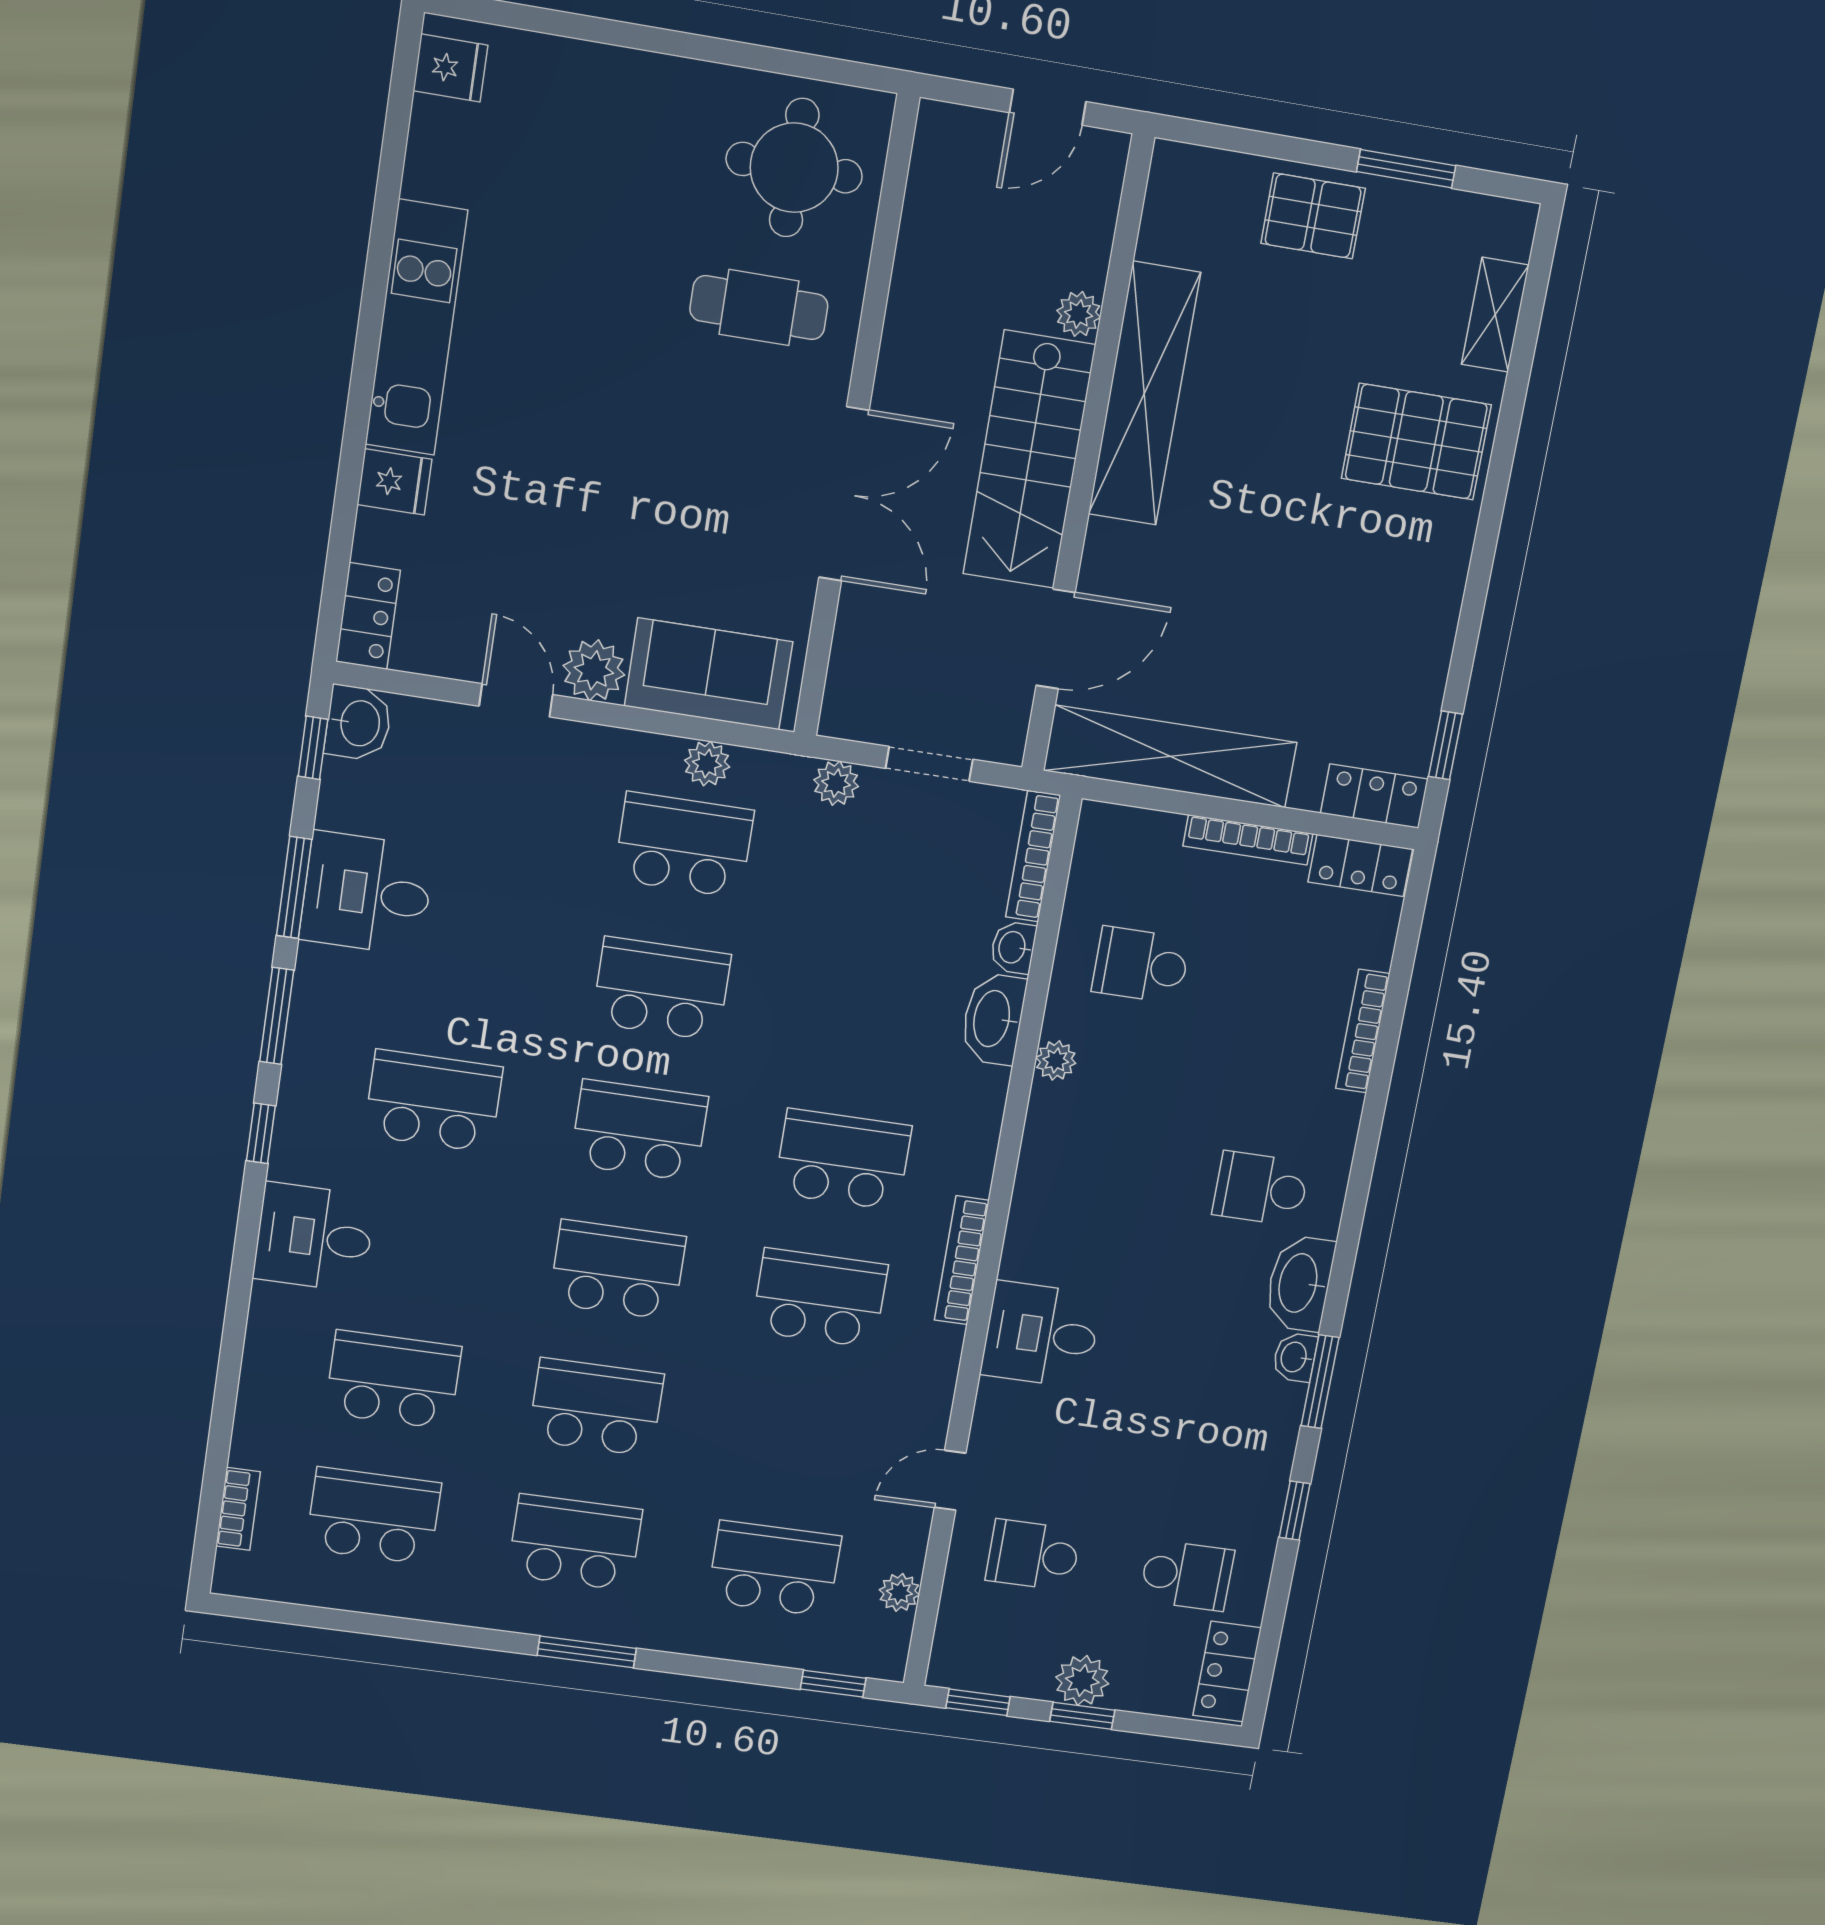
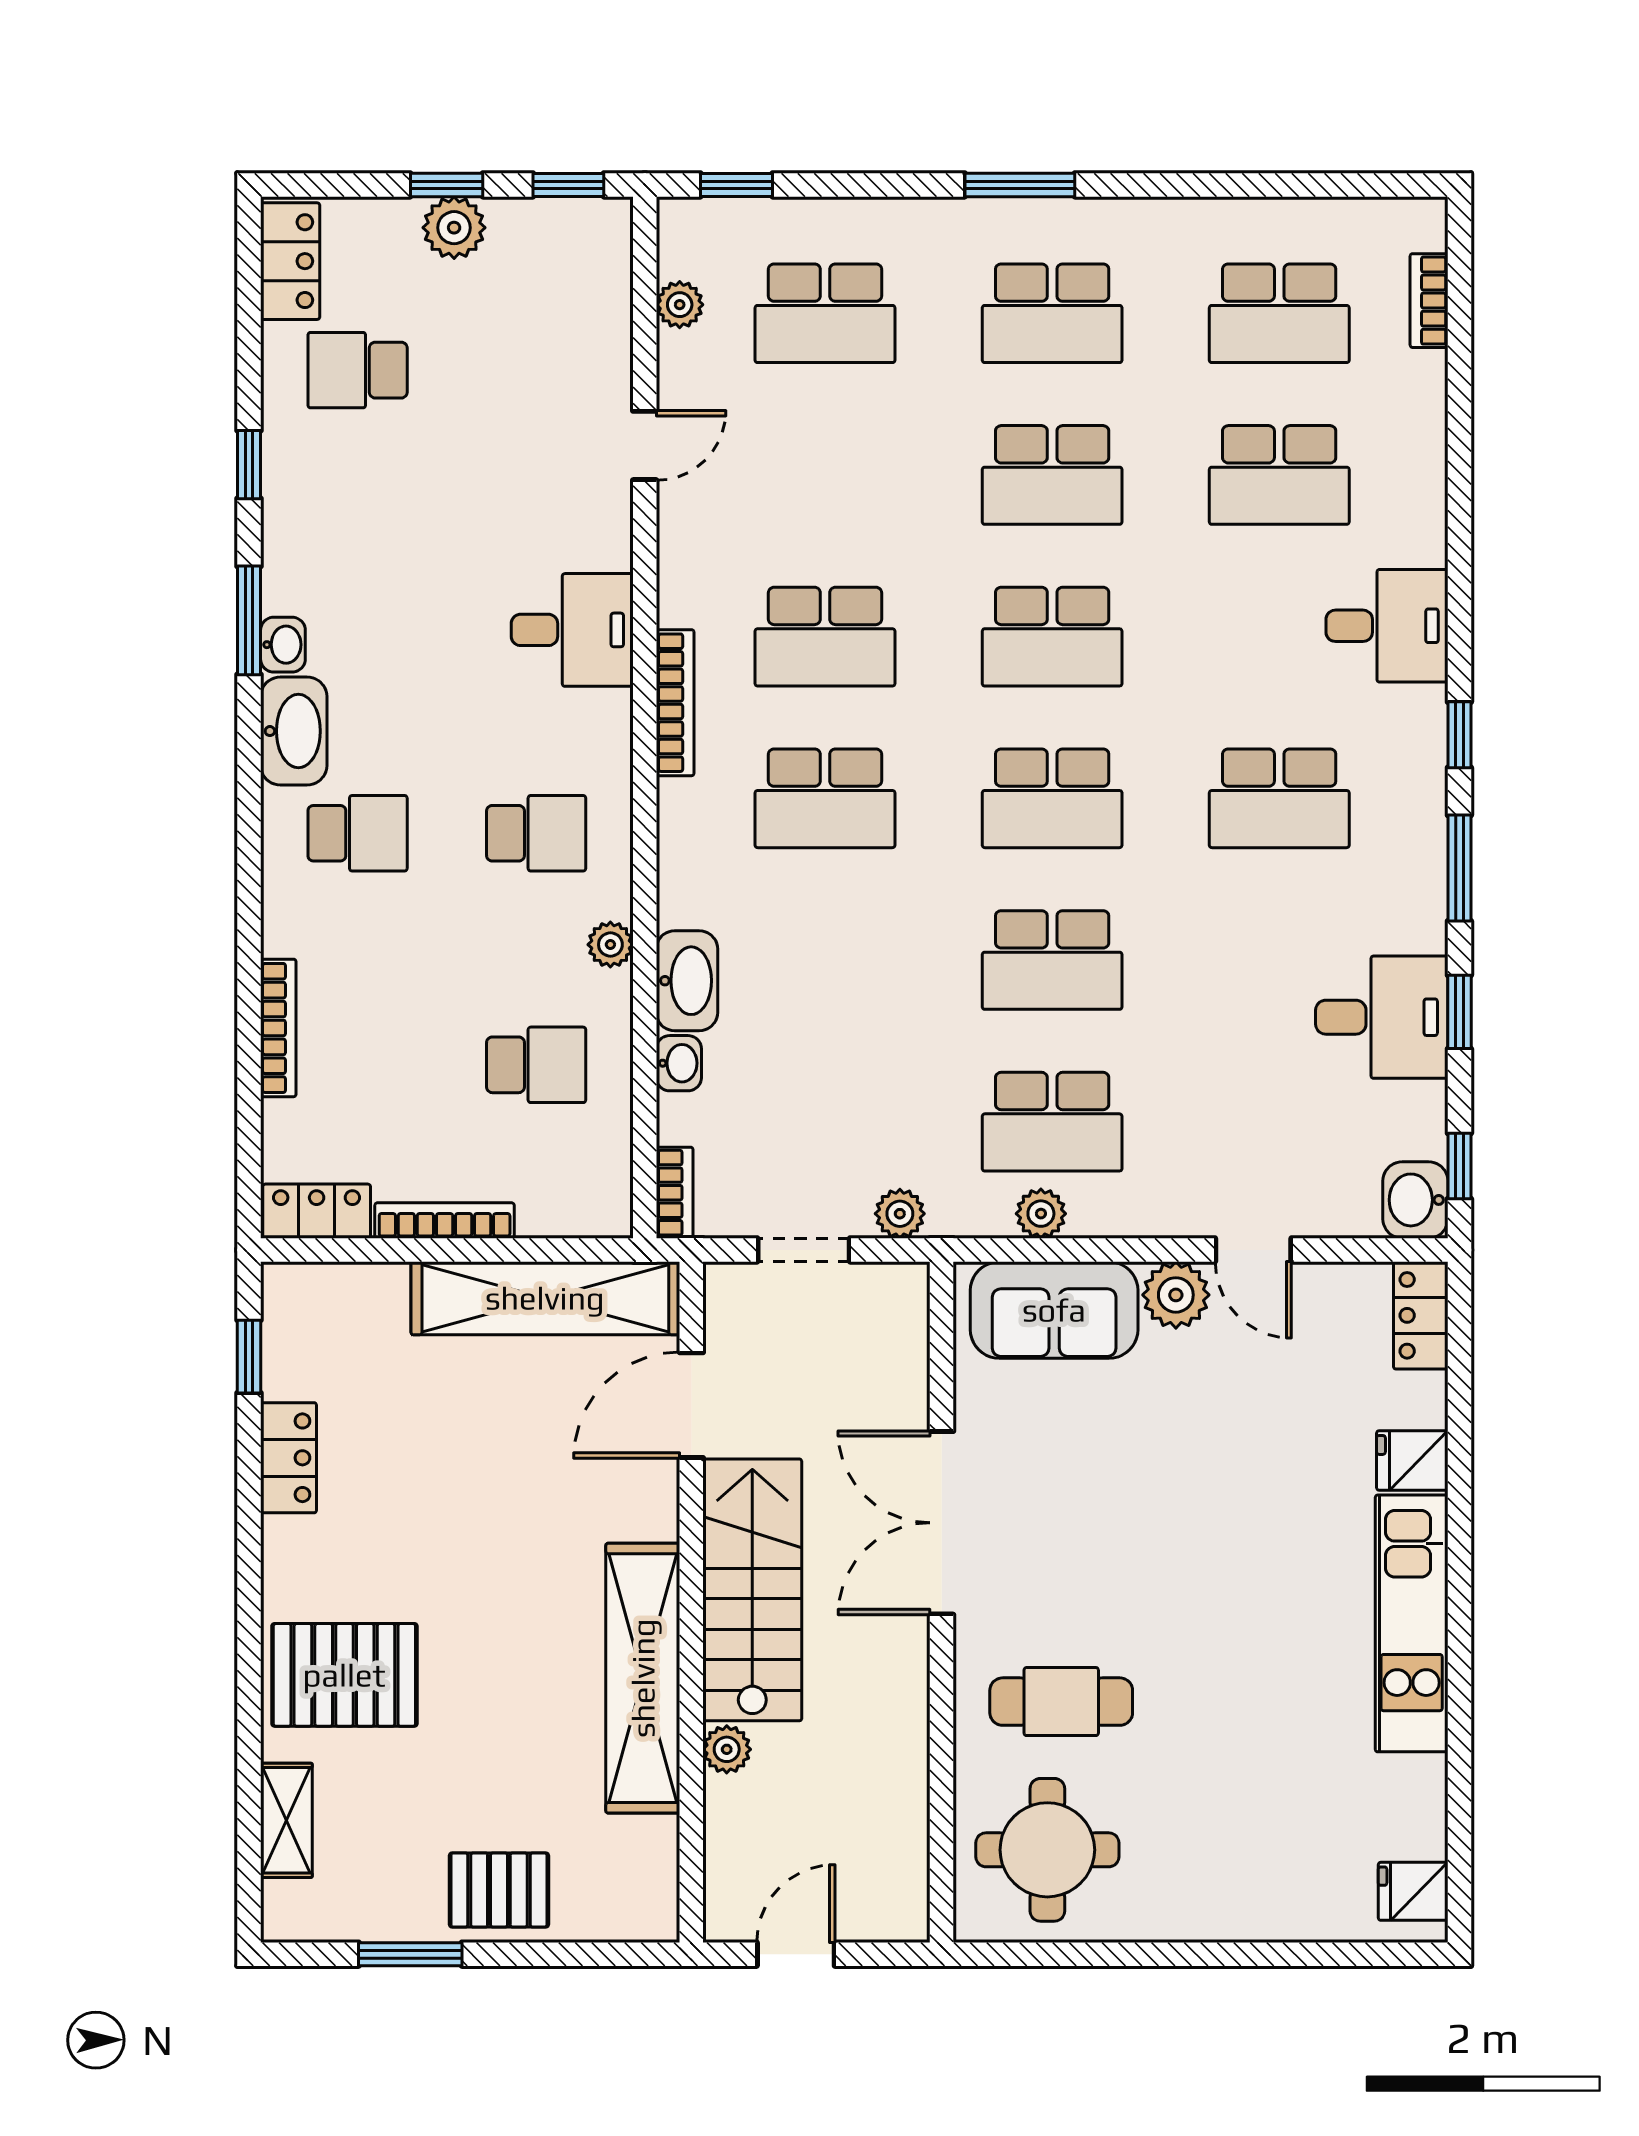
locker: (1374, 796) -> (288, 1458), moved, turned -90
bookcase: (1033, 856) -> (675, 1193), width x0.64
window: (294, 887) -> (1459, 1012), width x0.67
school desk: (1033, 1555) -> (536, 833), moved

